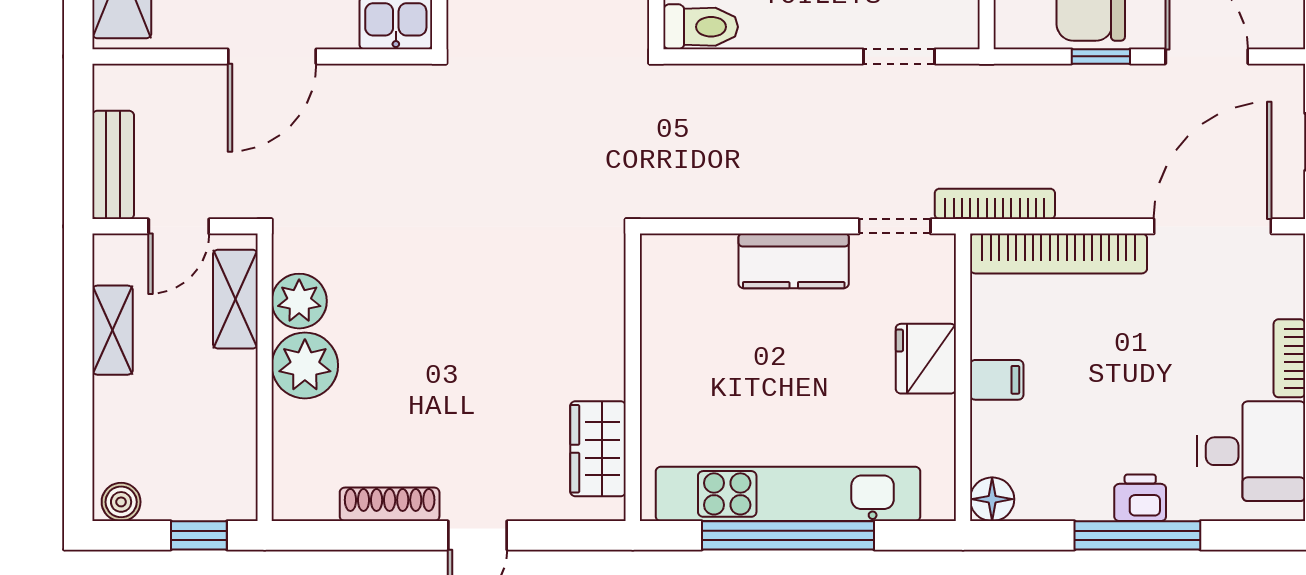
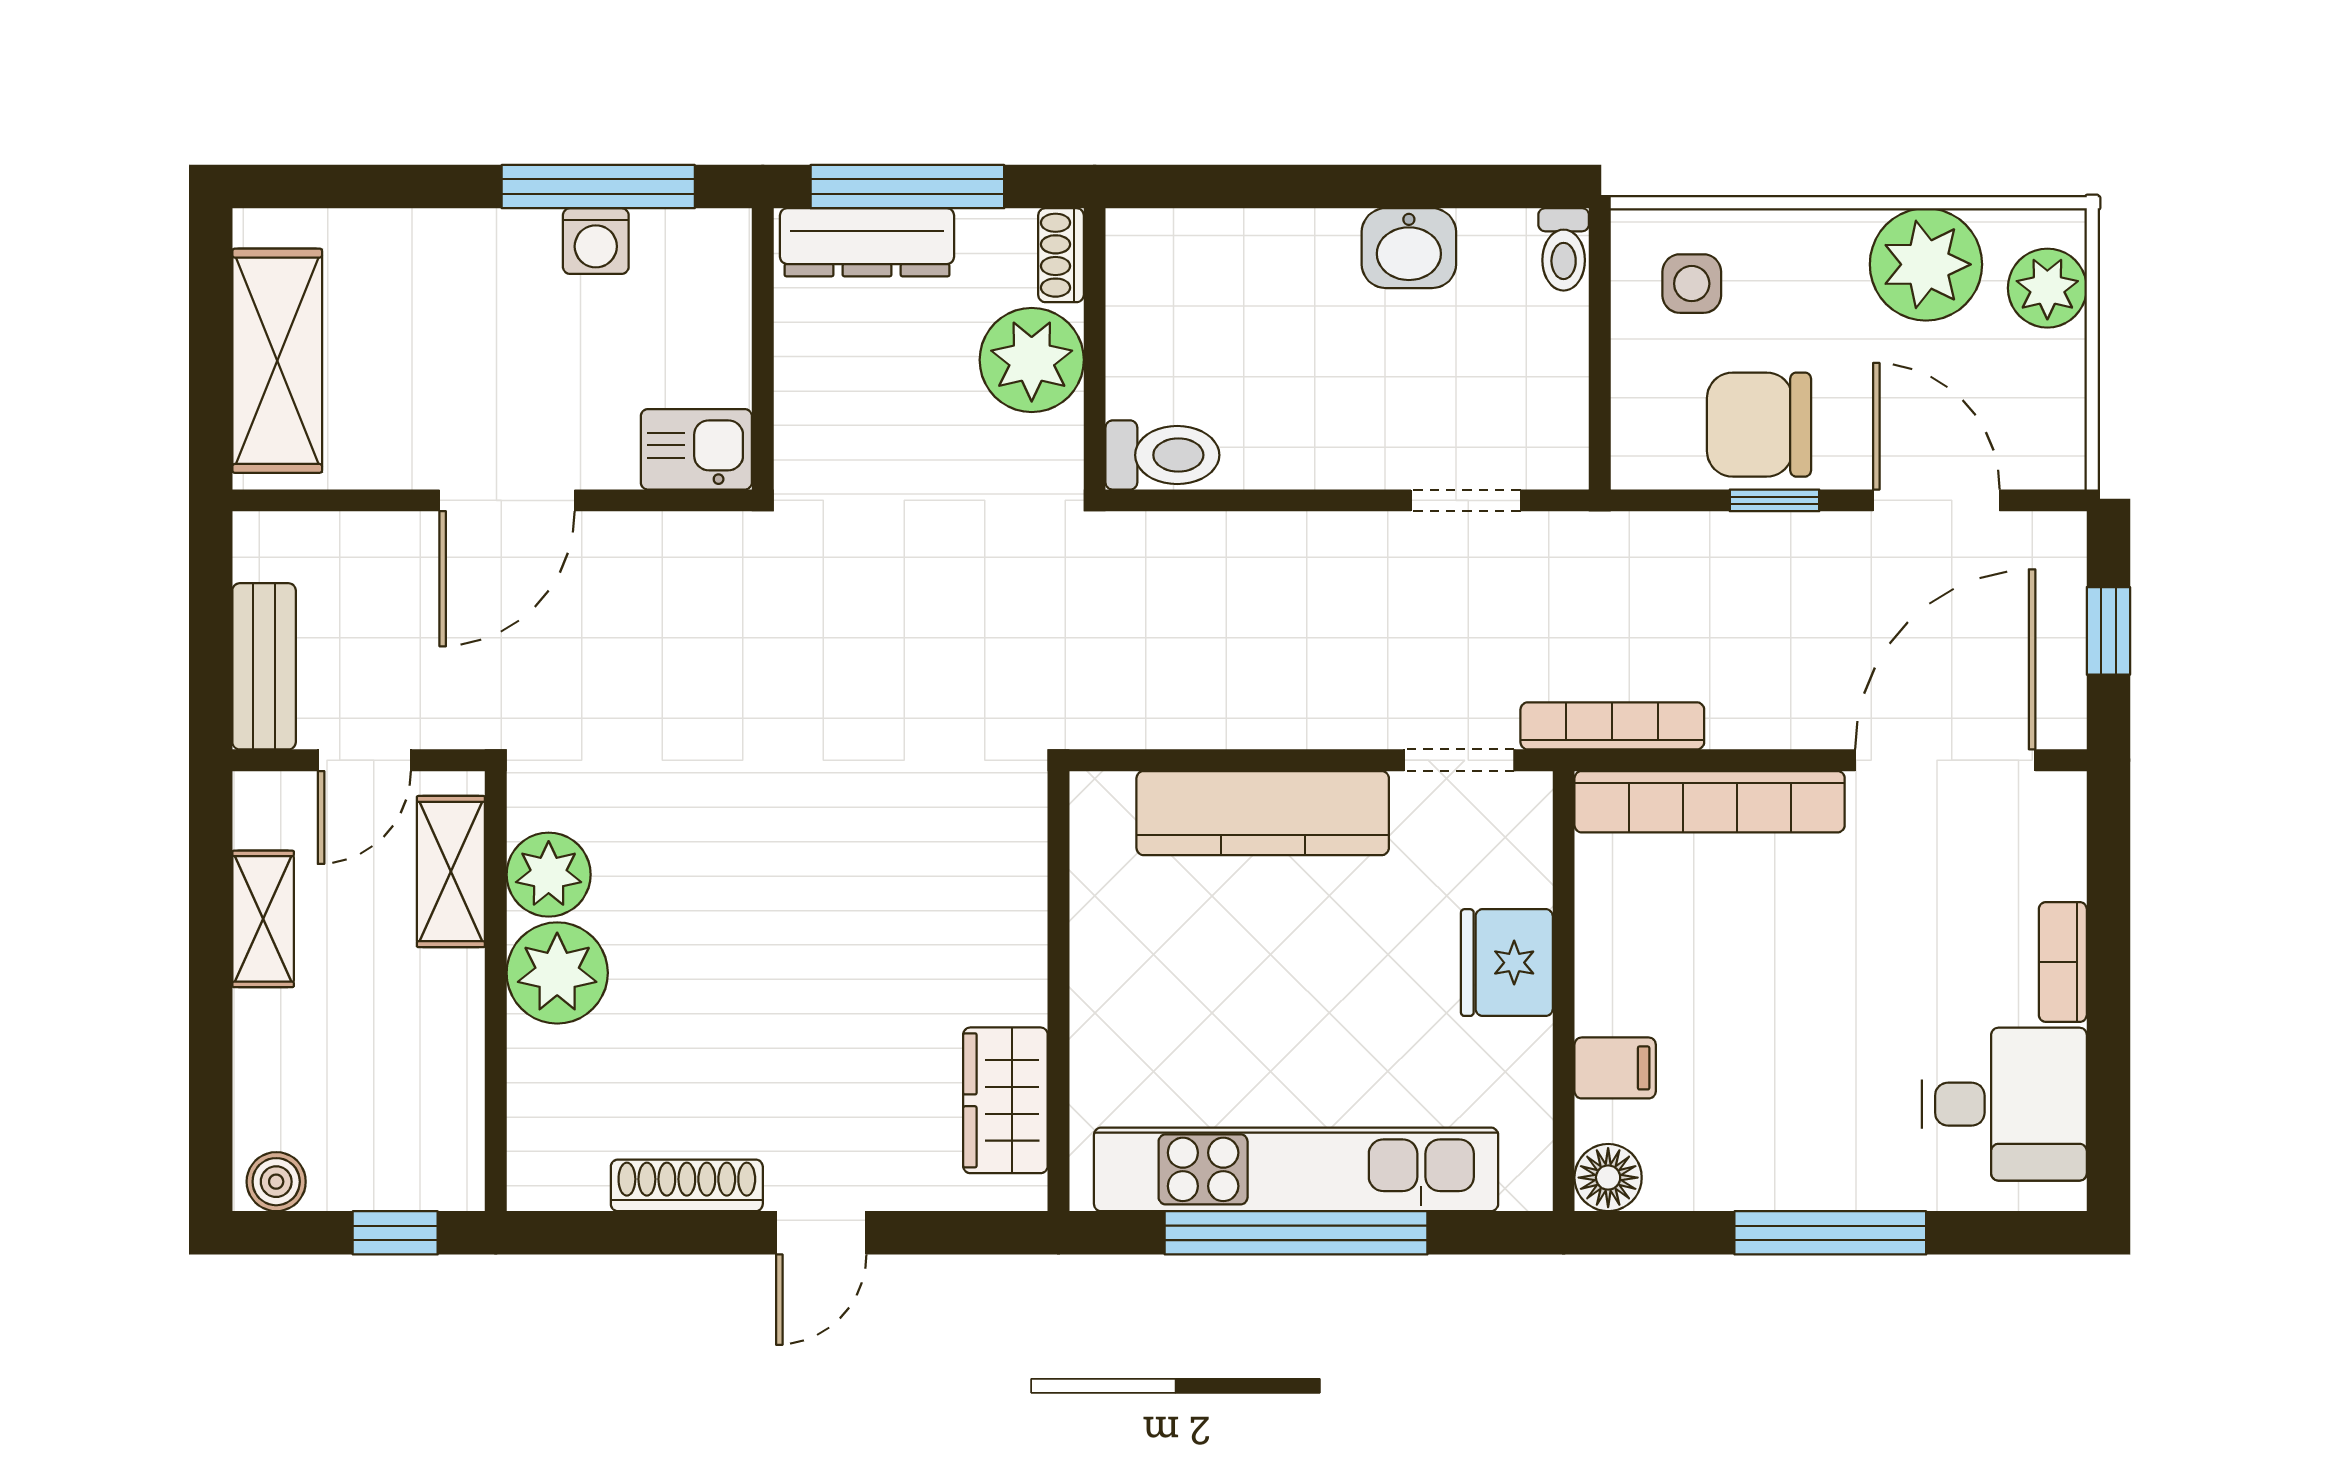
kitchen counter: (794, 261) -> (1263, 813), width x1.50
filing cabinet: (997, 380) -> (1615, 1068), moved
printer: (1140, 498) -> (1835, 1175), removed

